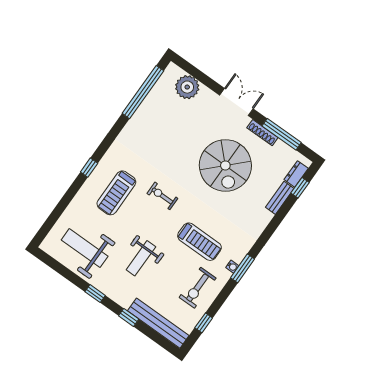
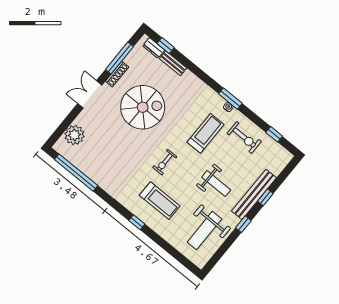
bench: (158, 323) -> (254, 194), moved

